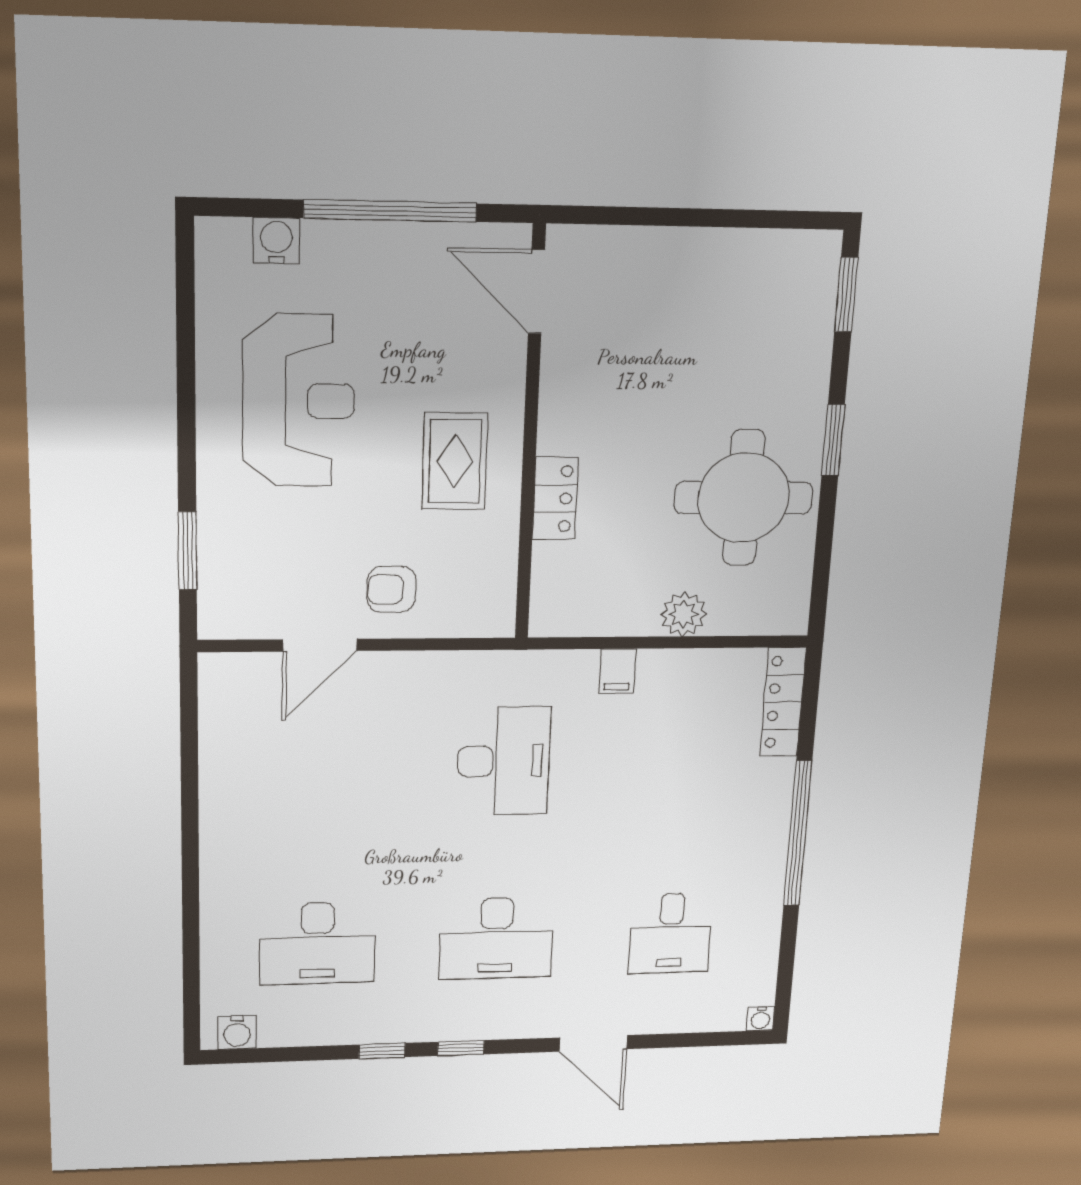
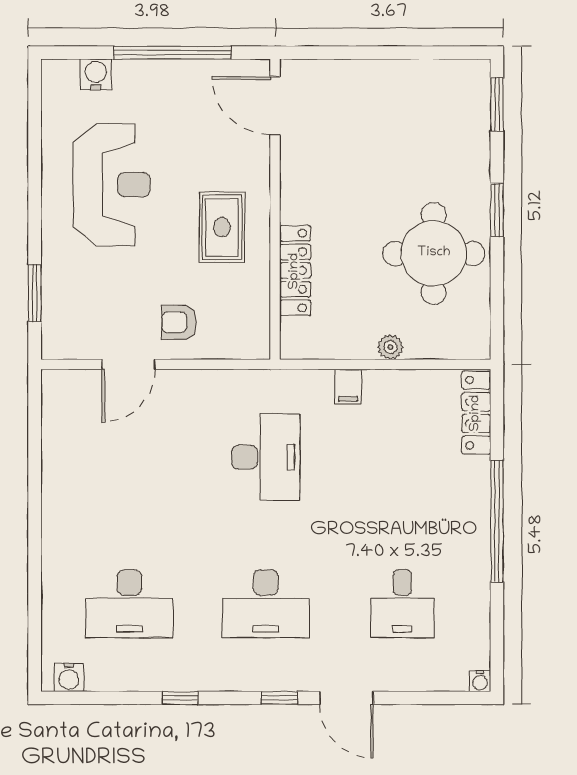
locker: (555, 499) -> (295, 271), width x1.53
plant: (684, 614) -> (390, 347), width x0.73, depth x0.73
window: (461, 1048) -> (279, 698), moved

